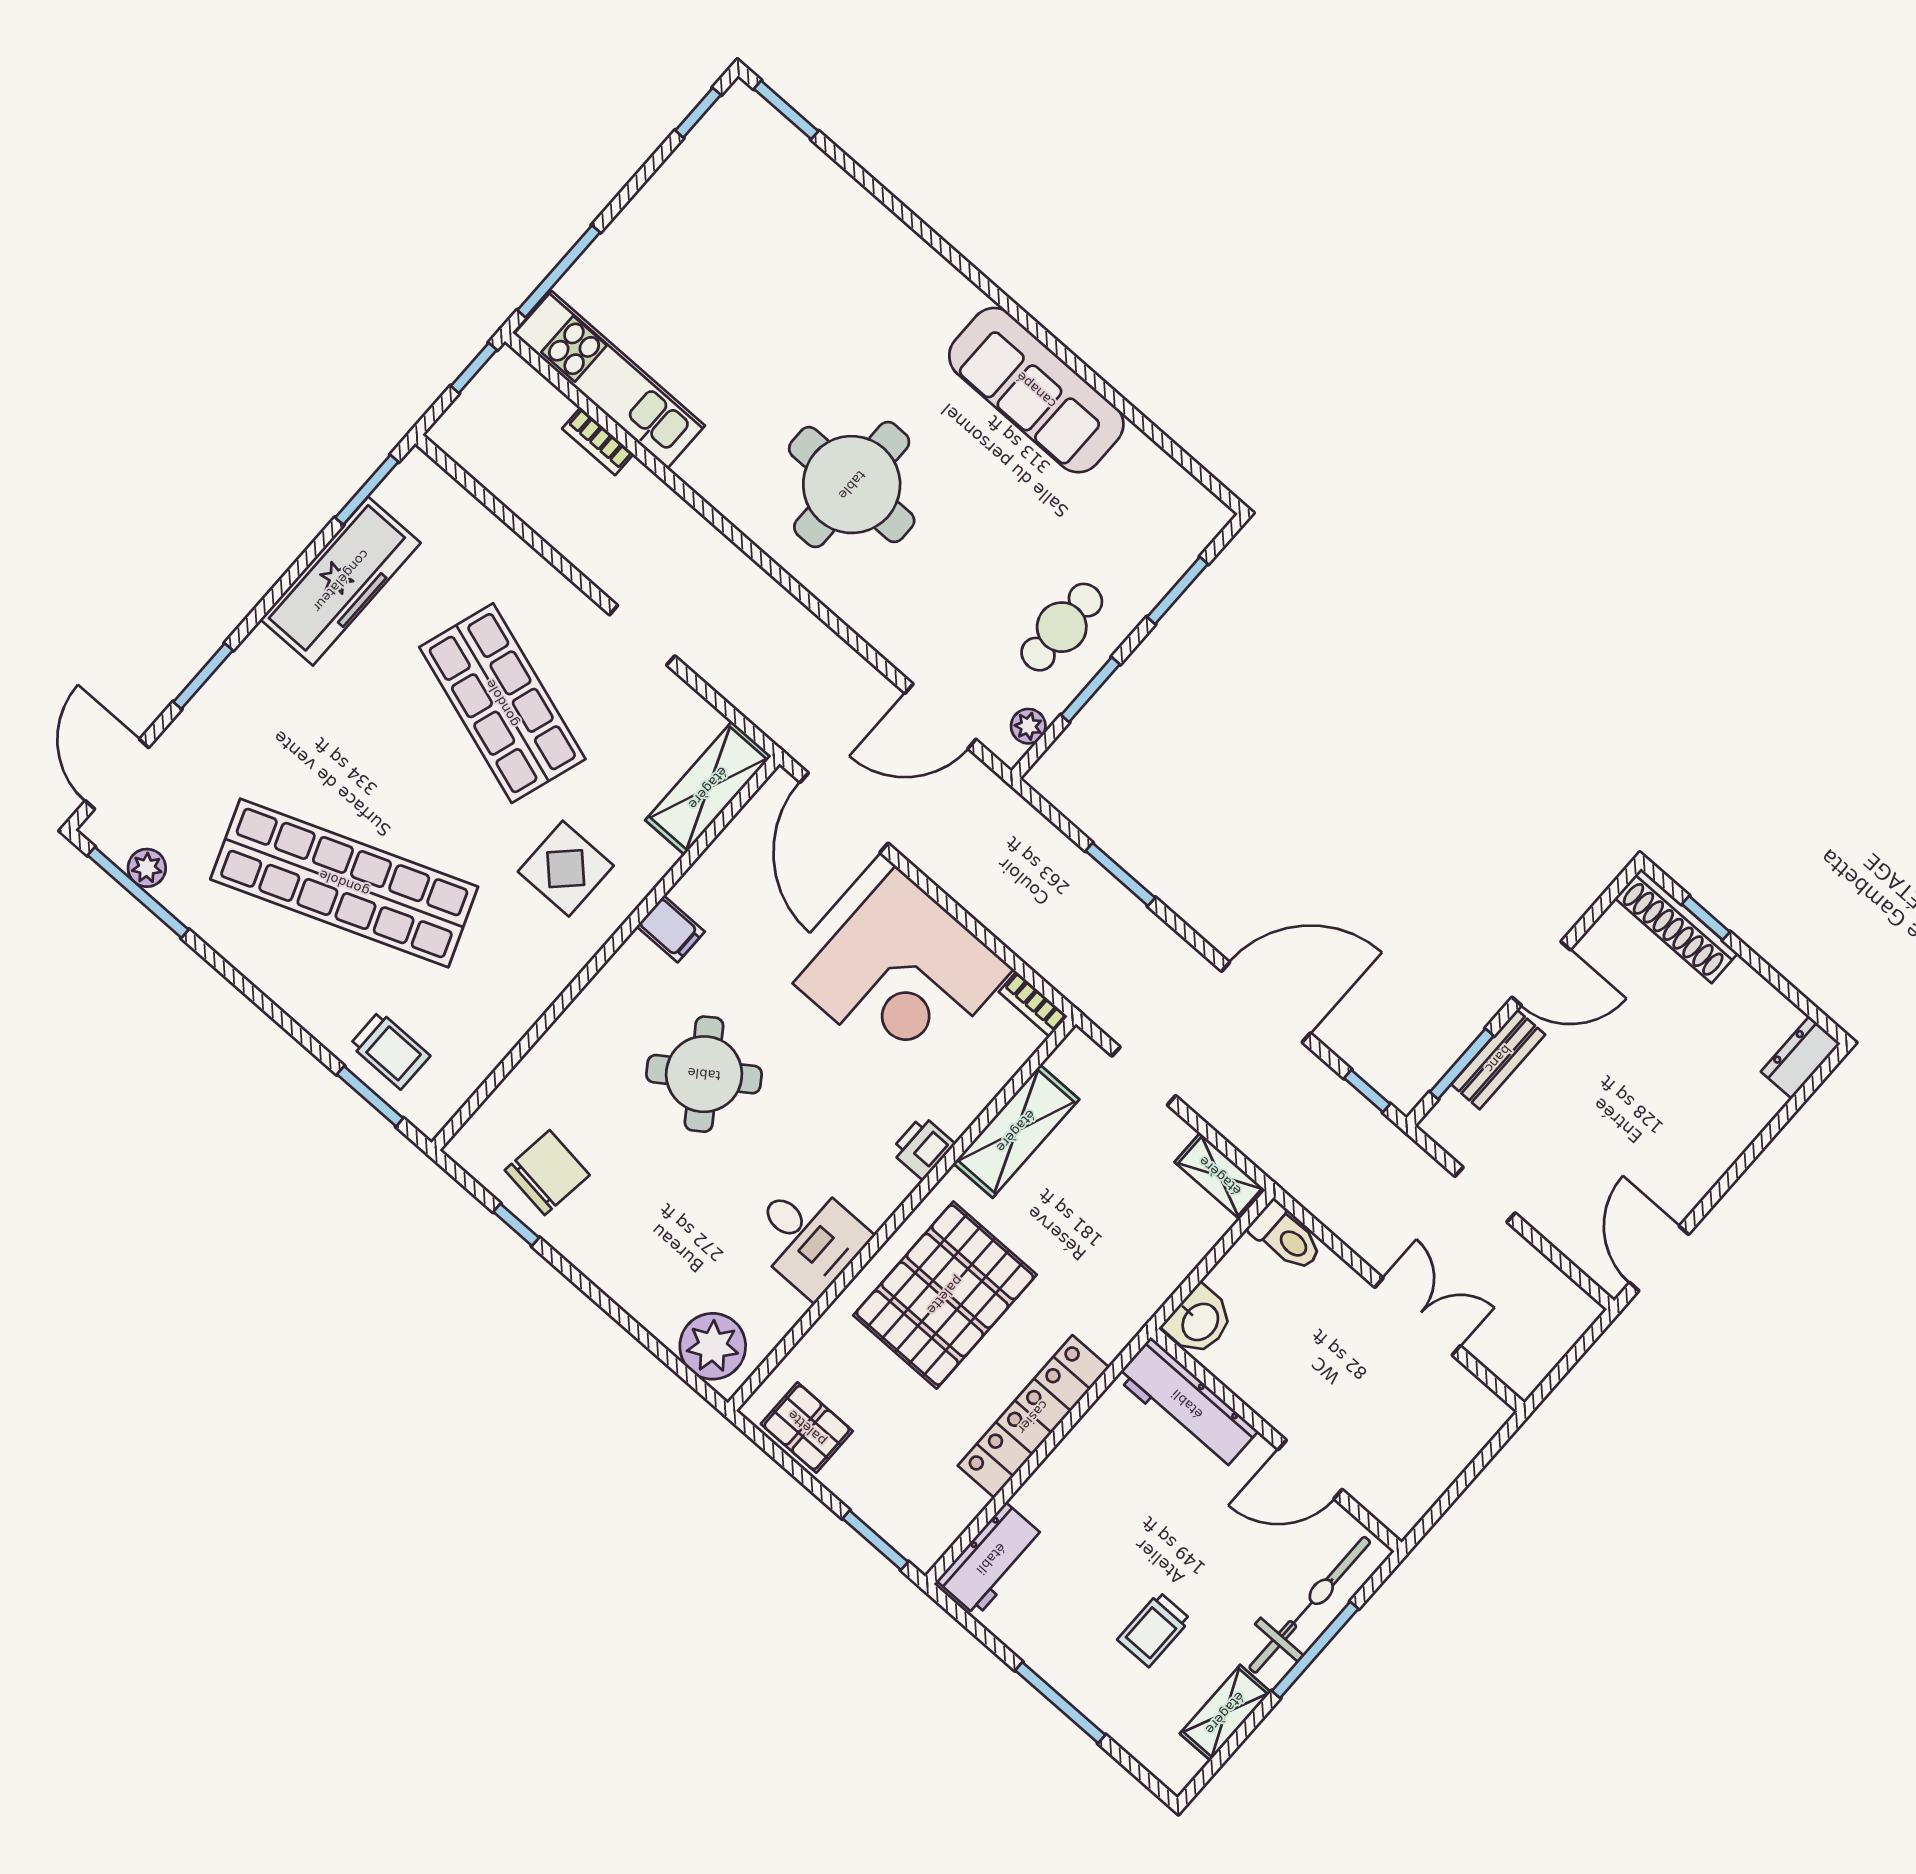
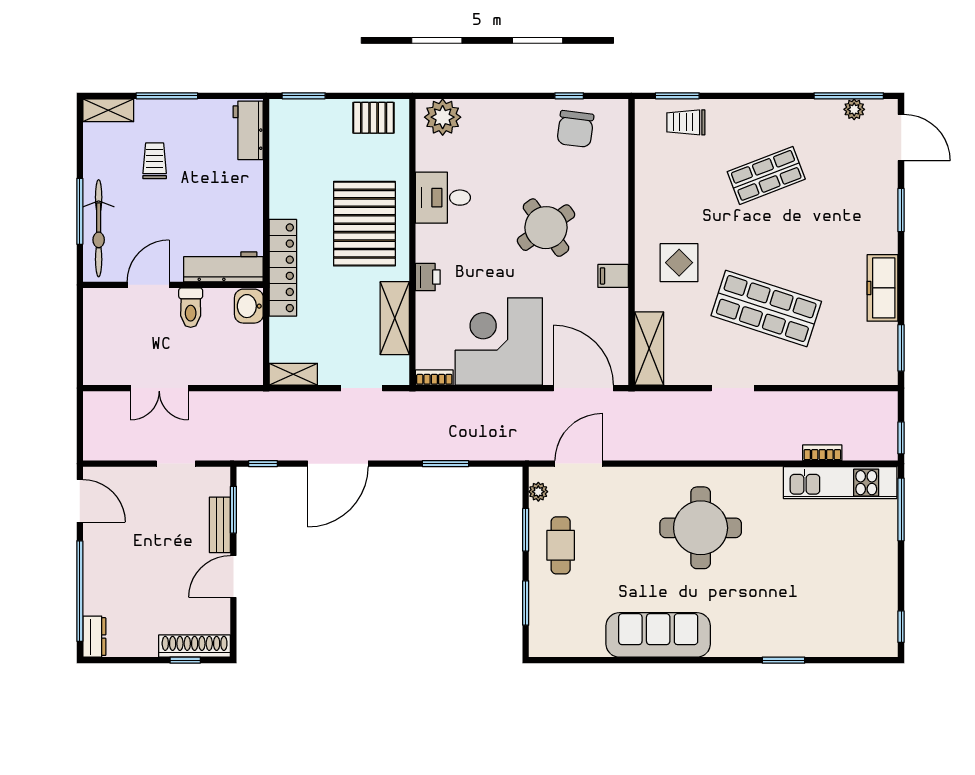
window: (786, 110) -> (783, 660), moved
freezer: (341, 581) -> (883, 288), width x0.73, depth x0.79
shop shelf: (344, 883) -> (766, 175), width x0.50, depth x0.74
window: (1766, 1136) -> (80, 591), added
toilet: (1286, 1237) -> (191, 308), moved, turned -90
locker: (1033, 1417) -> (283, 268), moved
shelving: (1225, 1713) -> (108, 110), moved, turned 90

